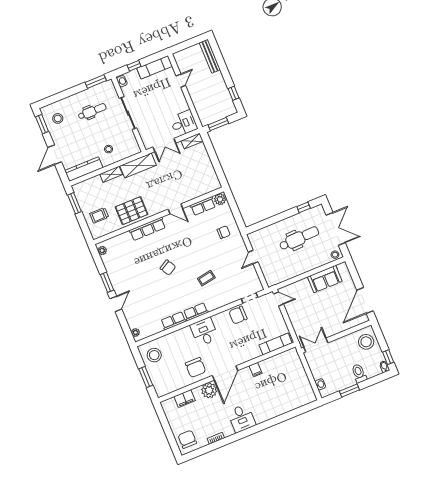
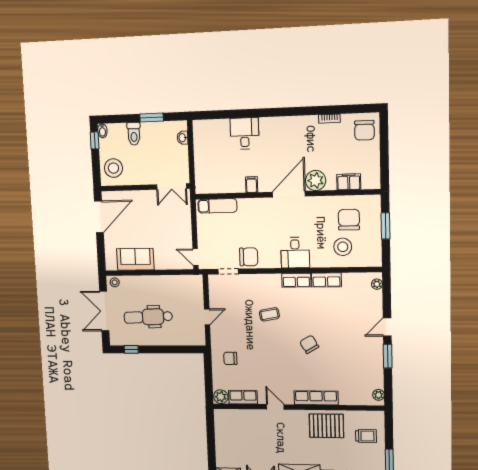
stool: (154, 355) -> (343, 247), moved
chair: (196, 367) -> (349, 220), moved
desk: (242, 418) -> (245, 133), moved

